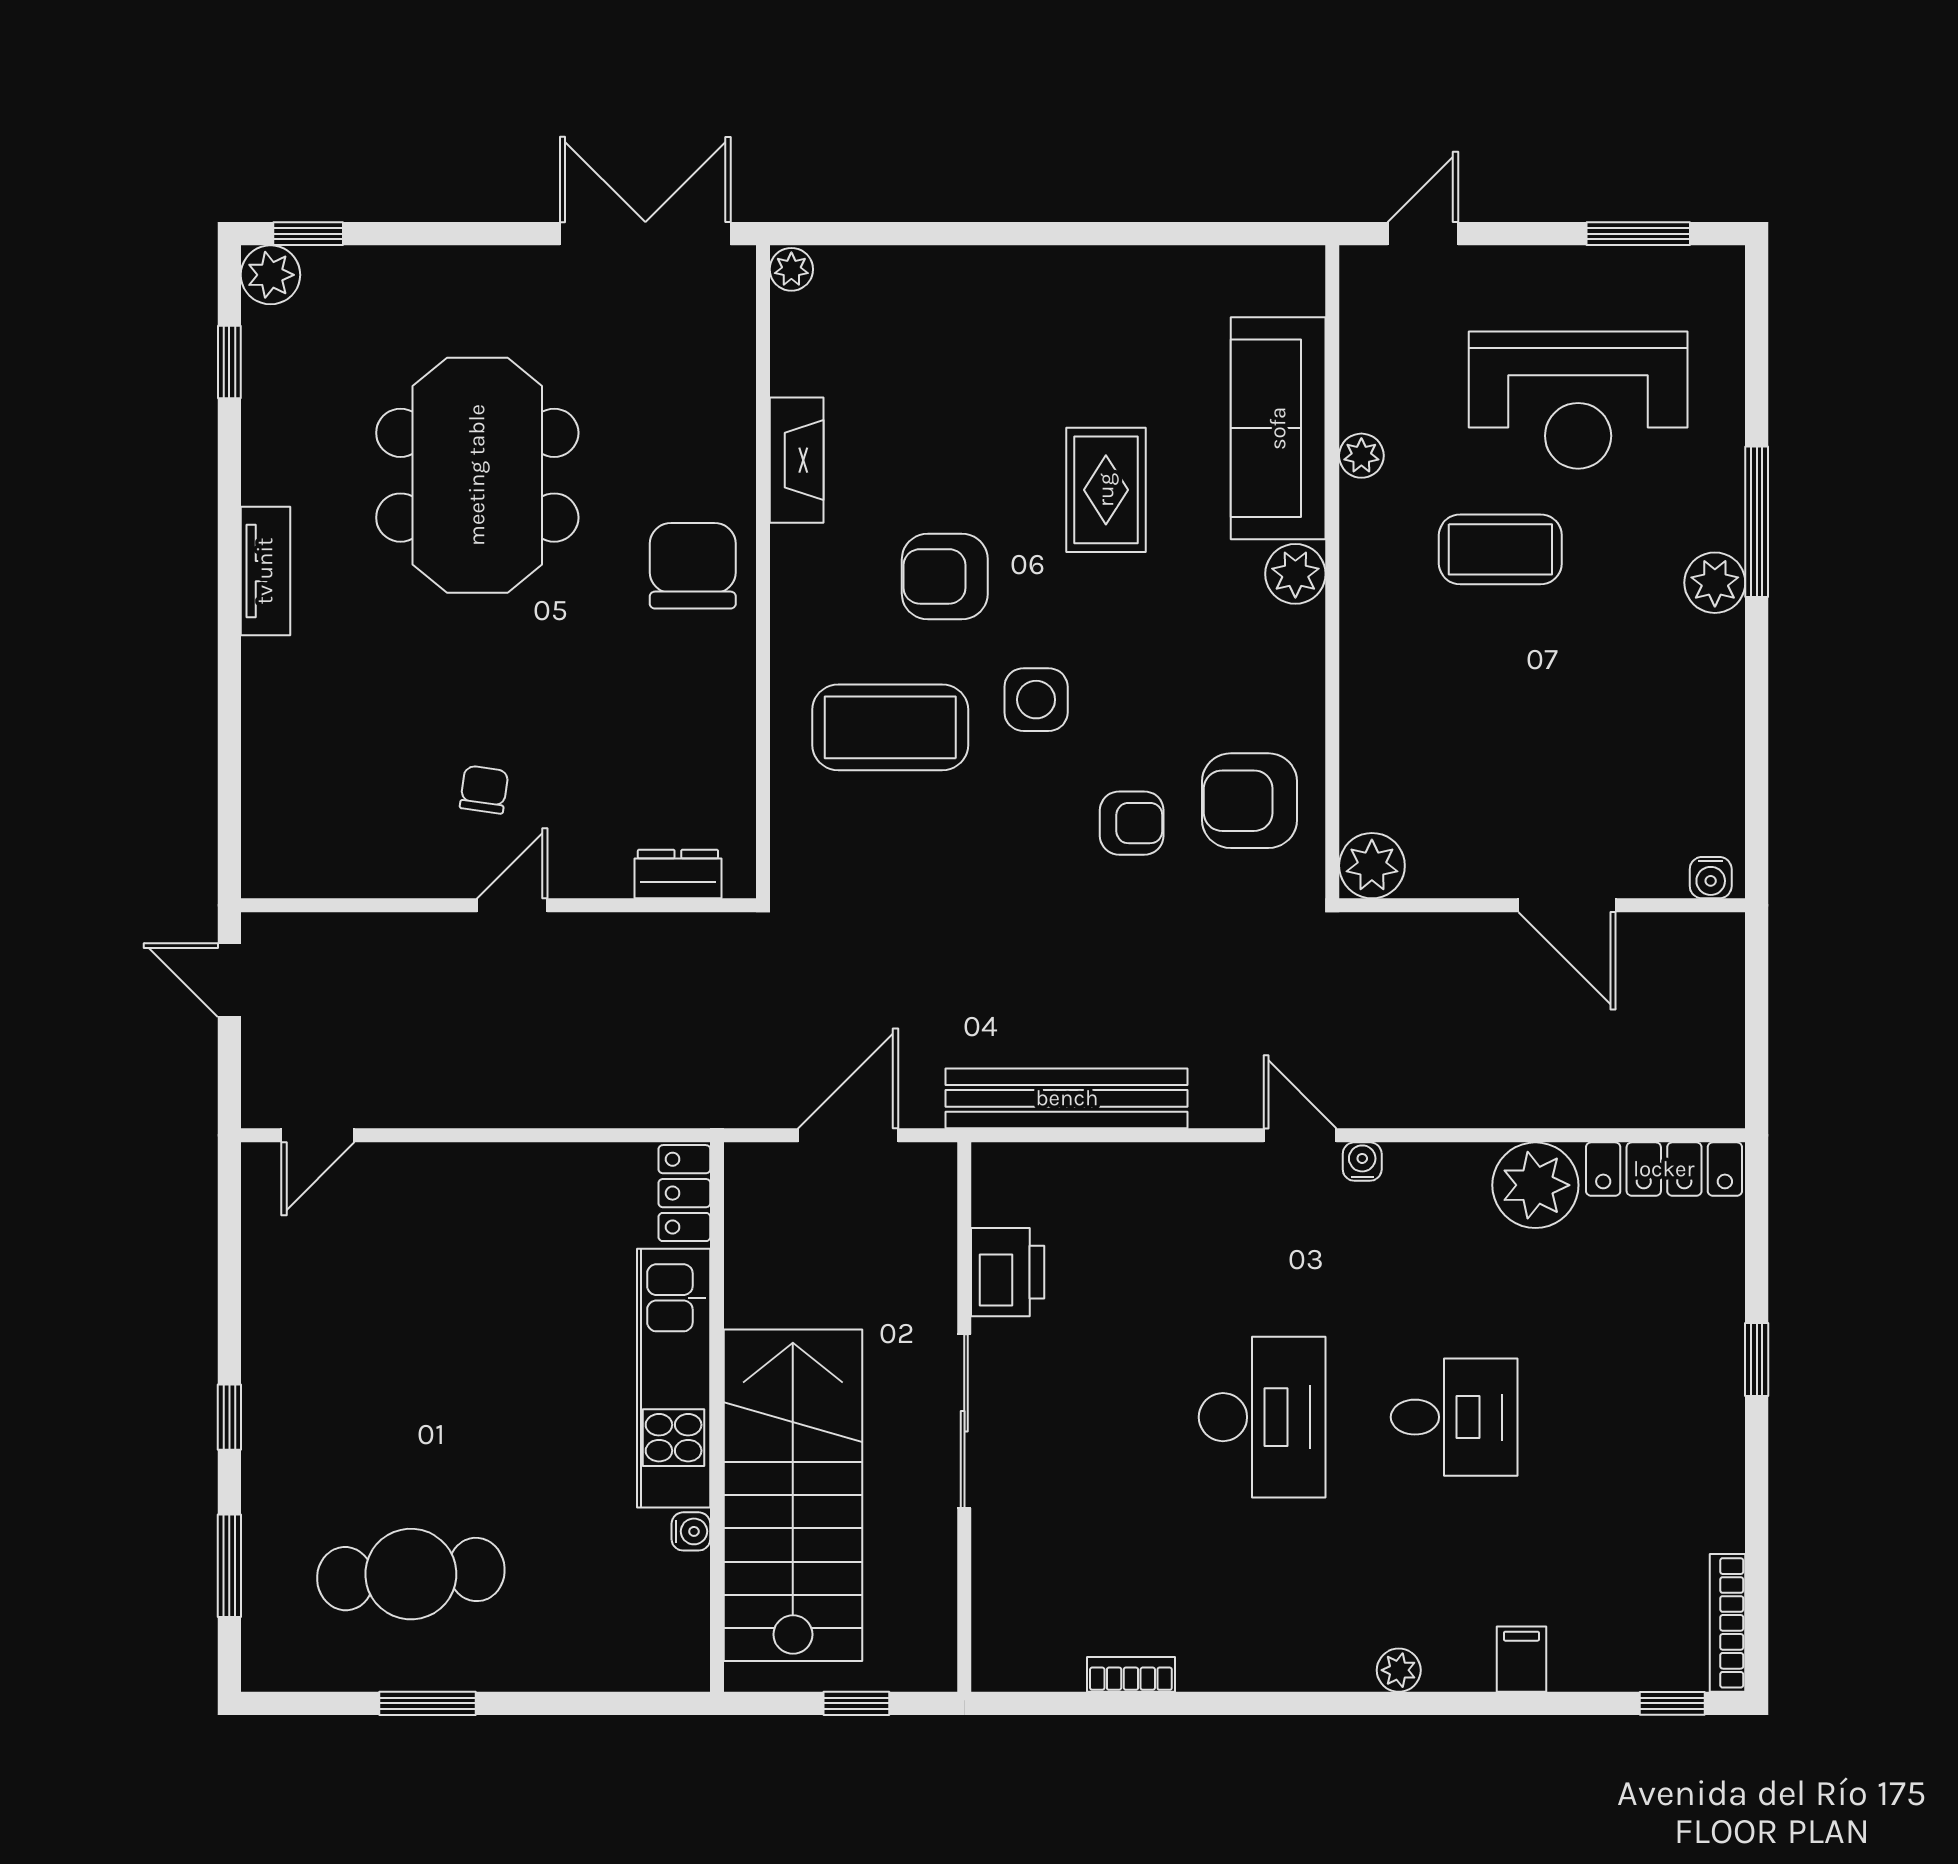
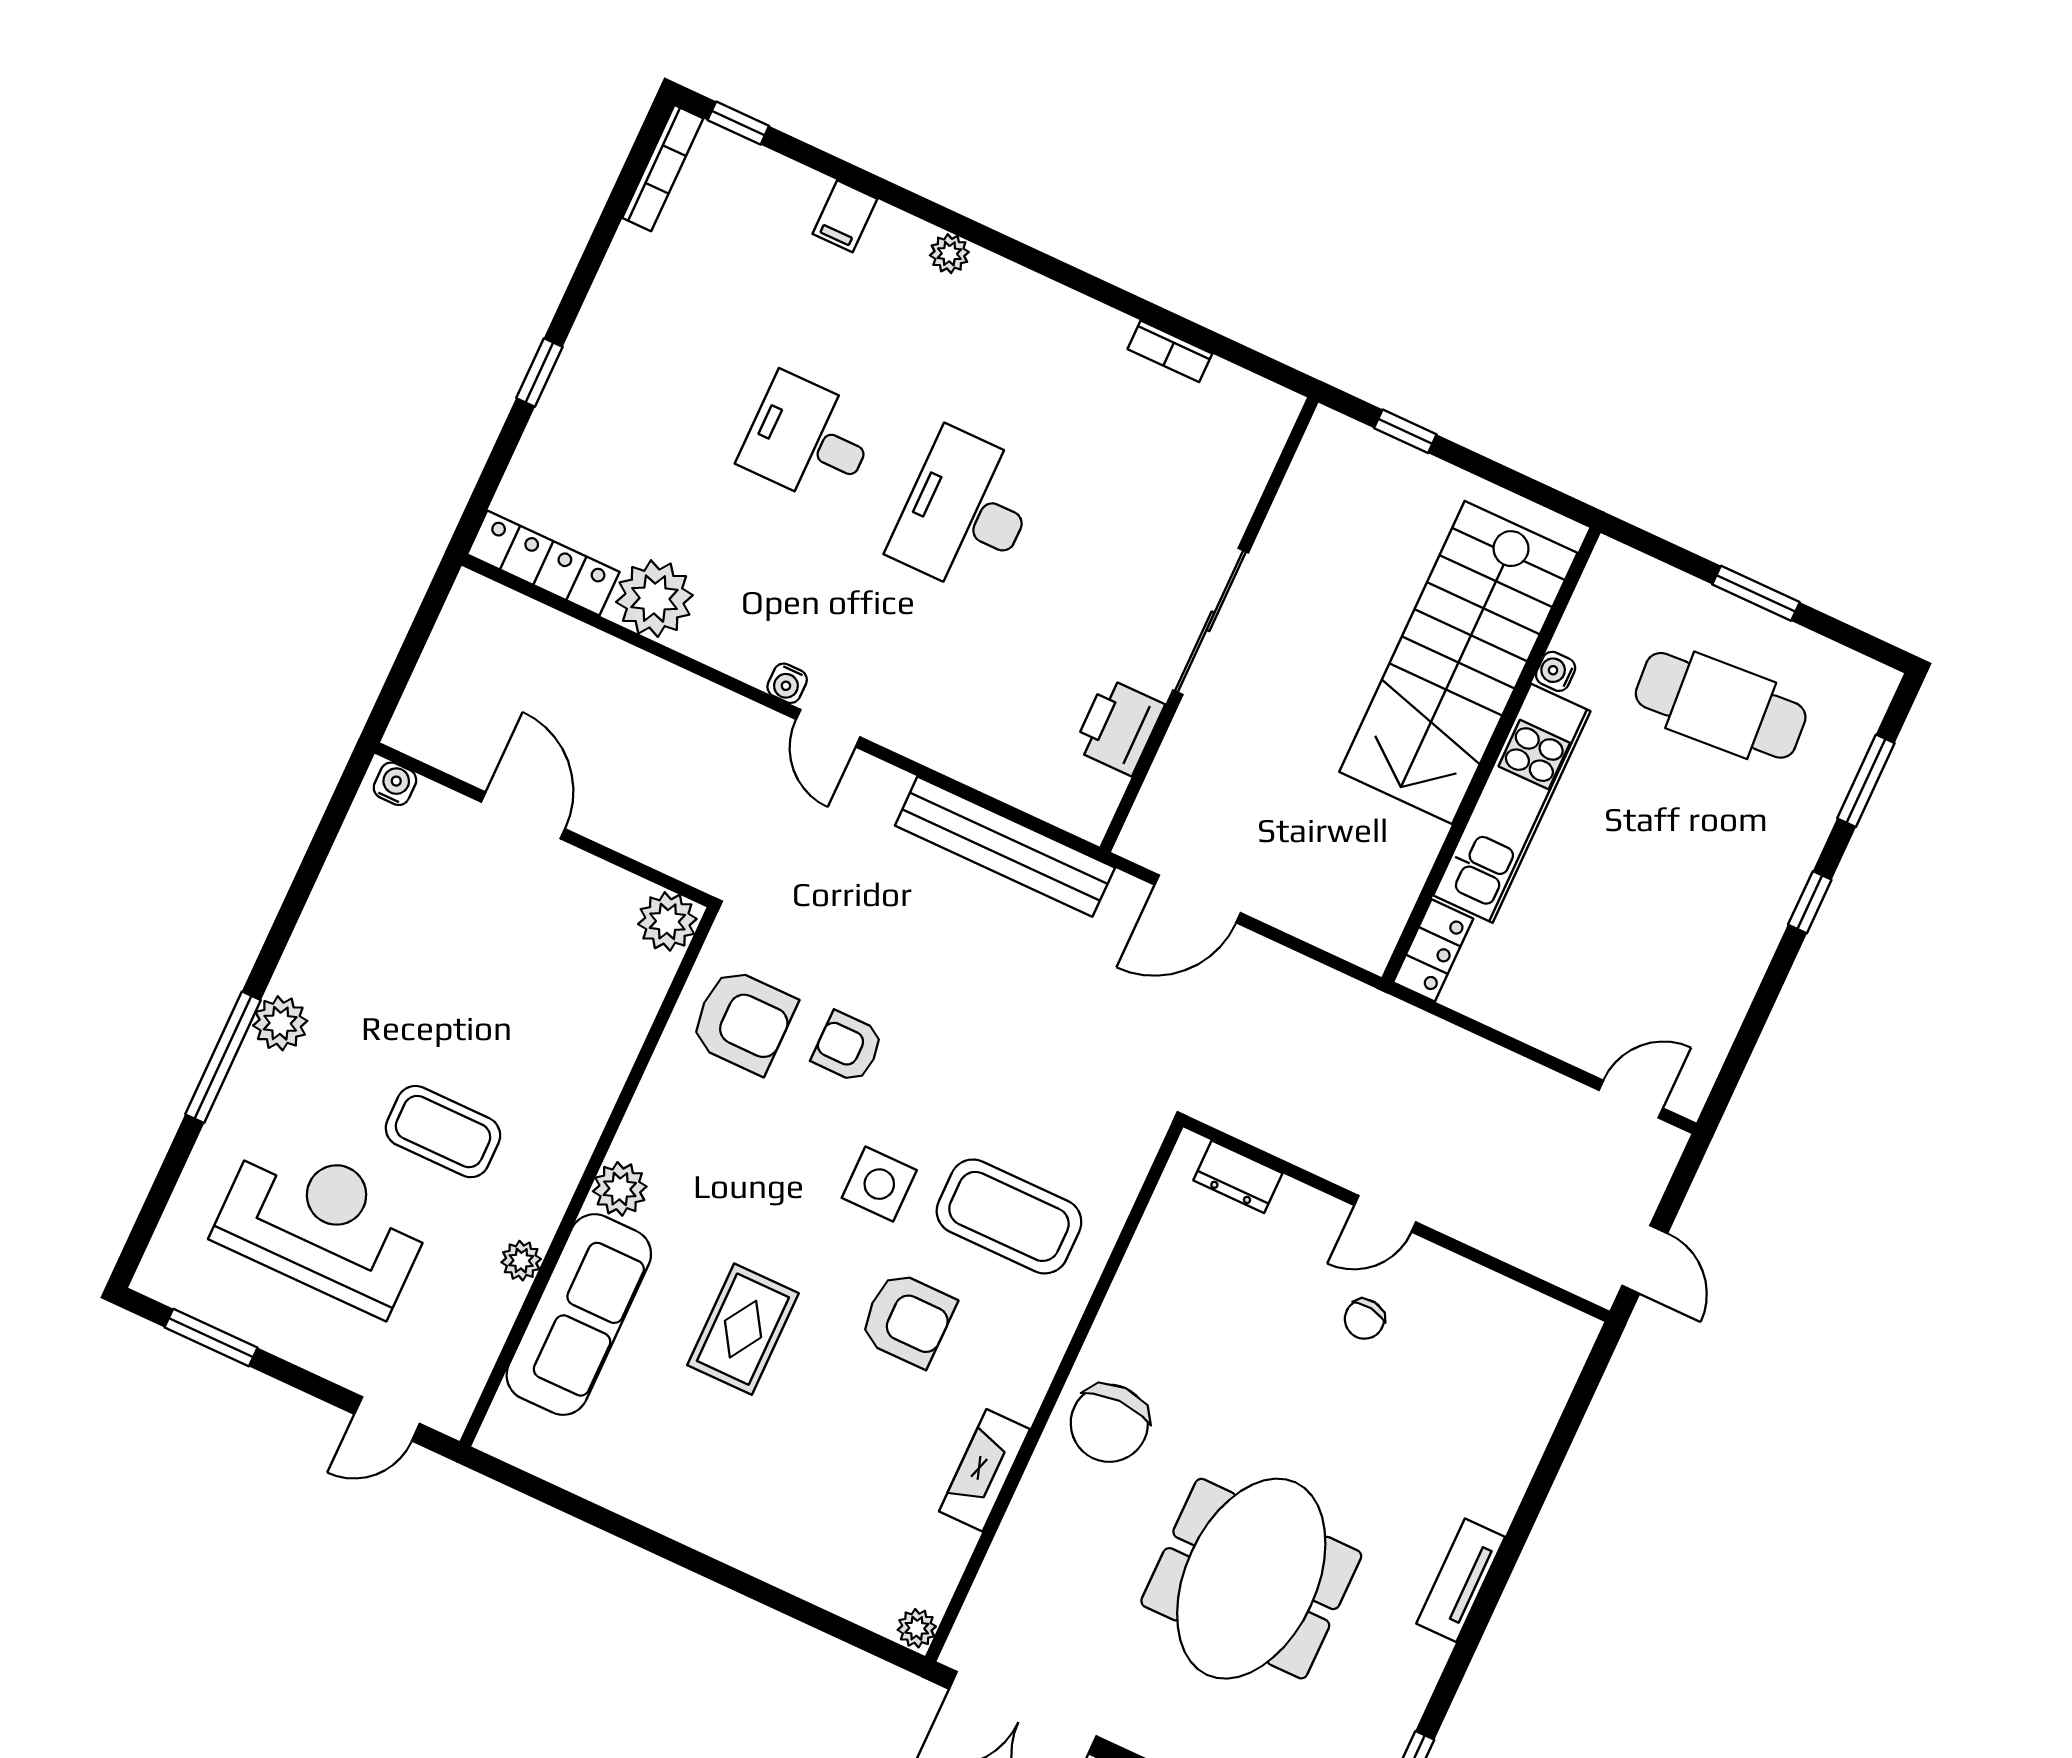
locker: (684, 1193) -> (1433, 950), moved
kitchen unit: (674, 1378) -> (1512, 803), moved
wall: (717, 1417) -> (1491, 755), moved
stairs: (793, 1495) -> (1458, 662), moved
water cooler: (691, 1531) -> (1556, 671), moved

